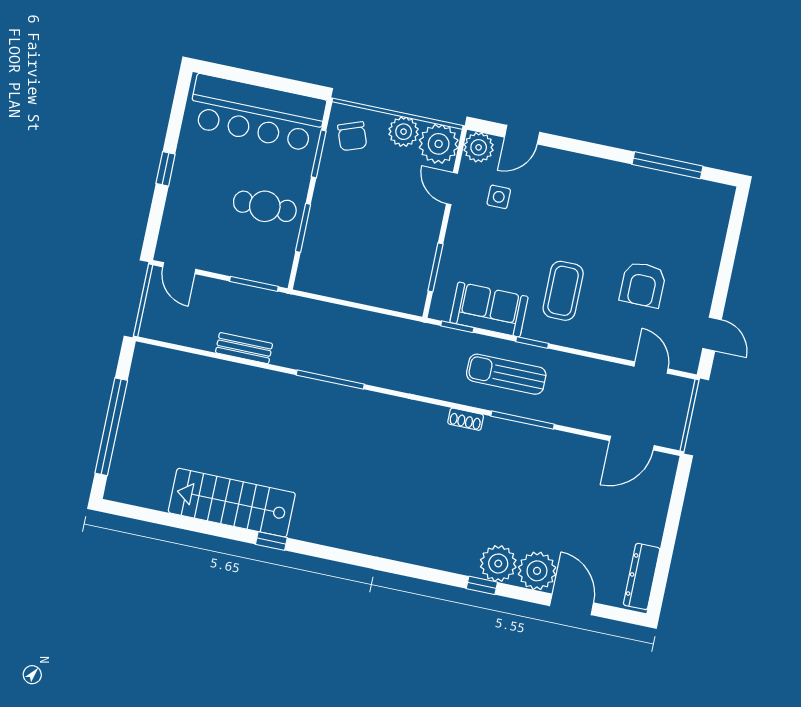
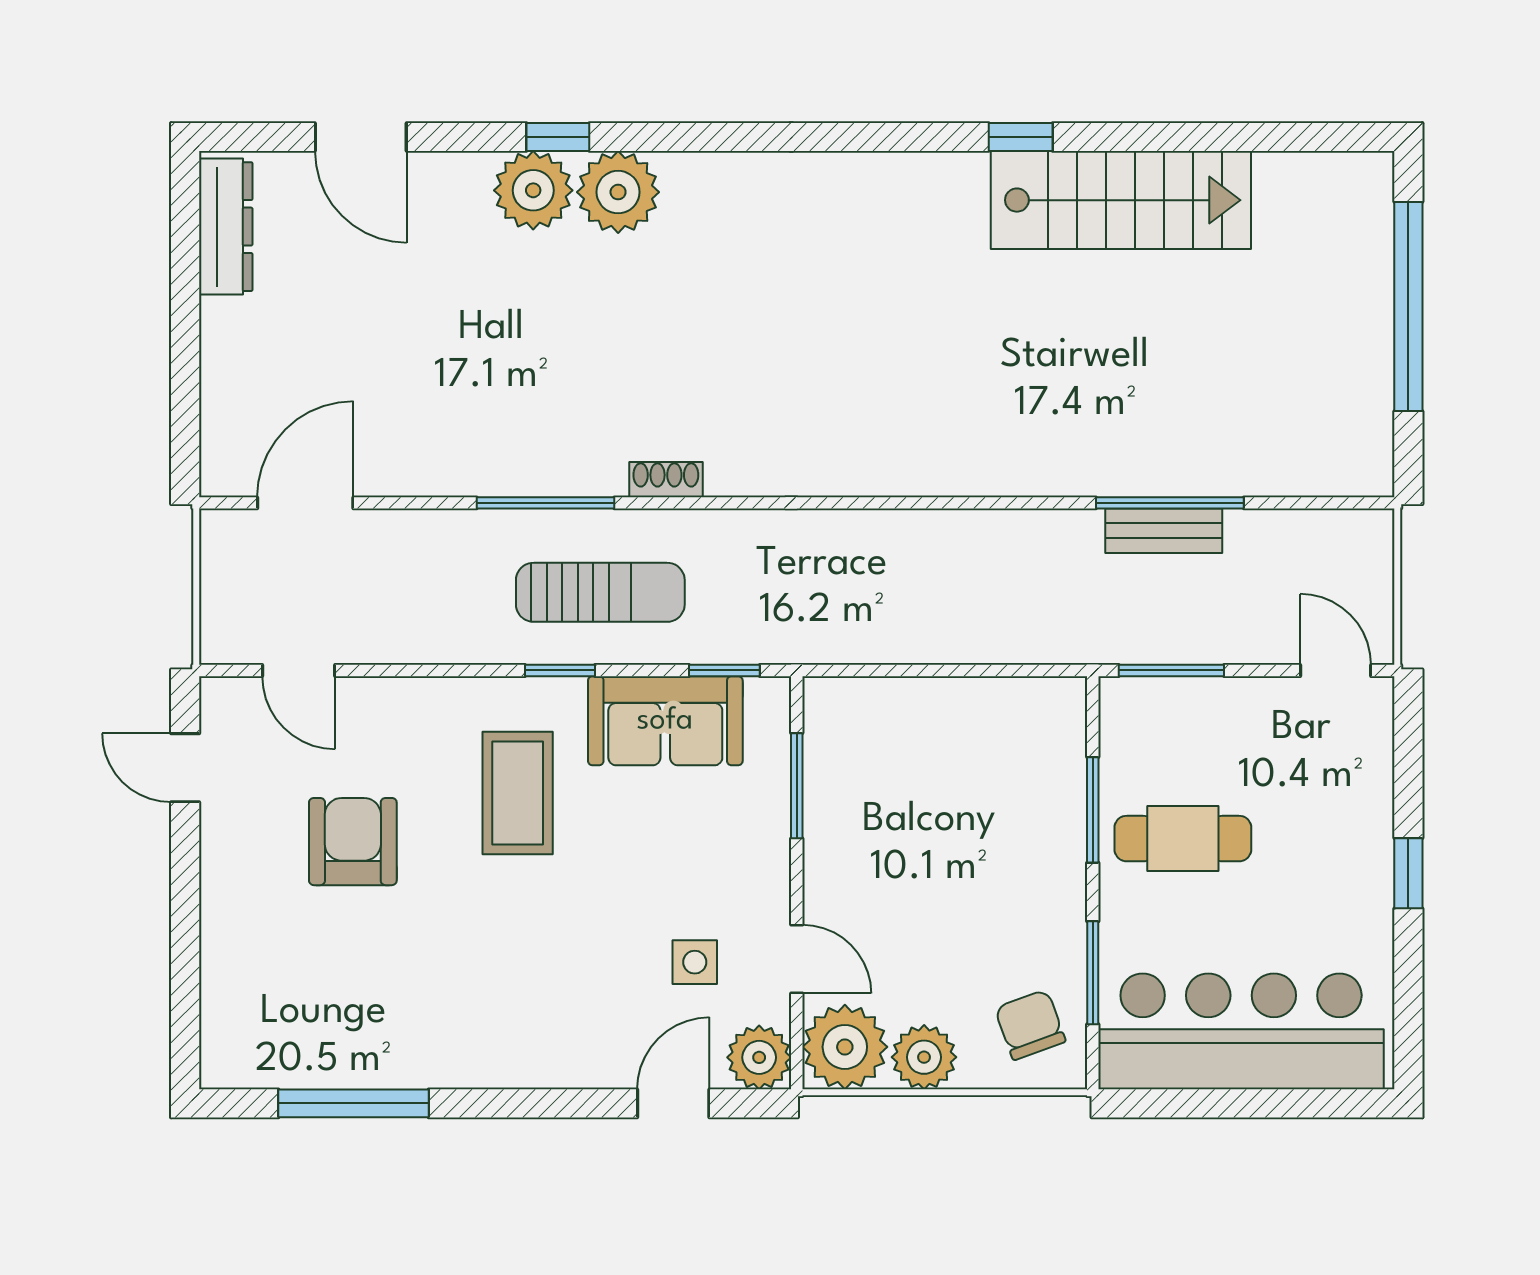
window: (330, 380) -> (1170, 503), moved
plant: (537, 571) -> (618, 192), moved

